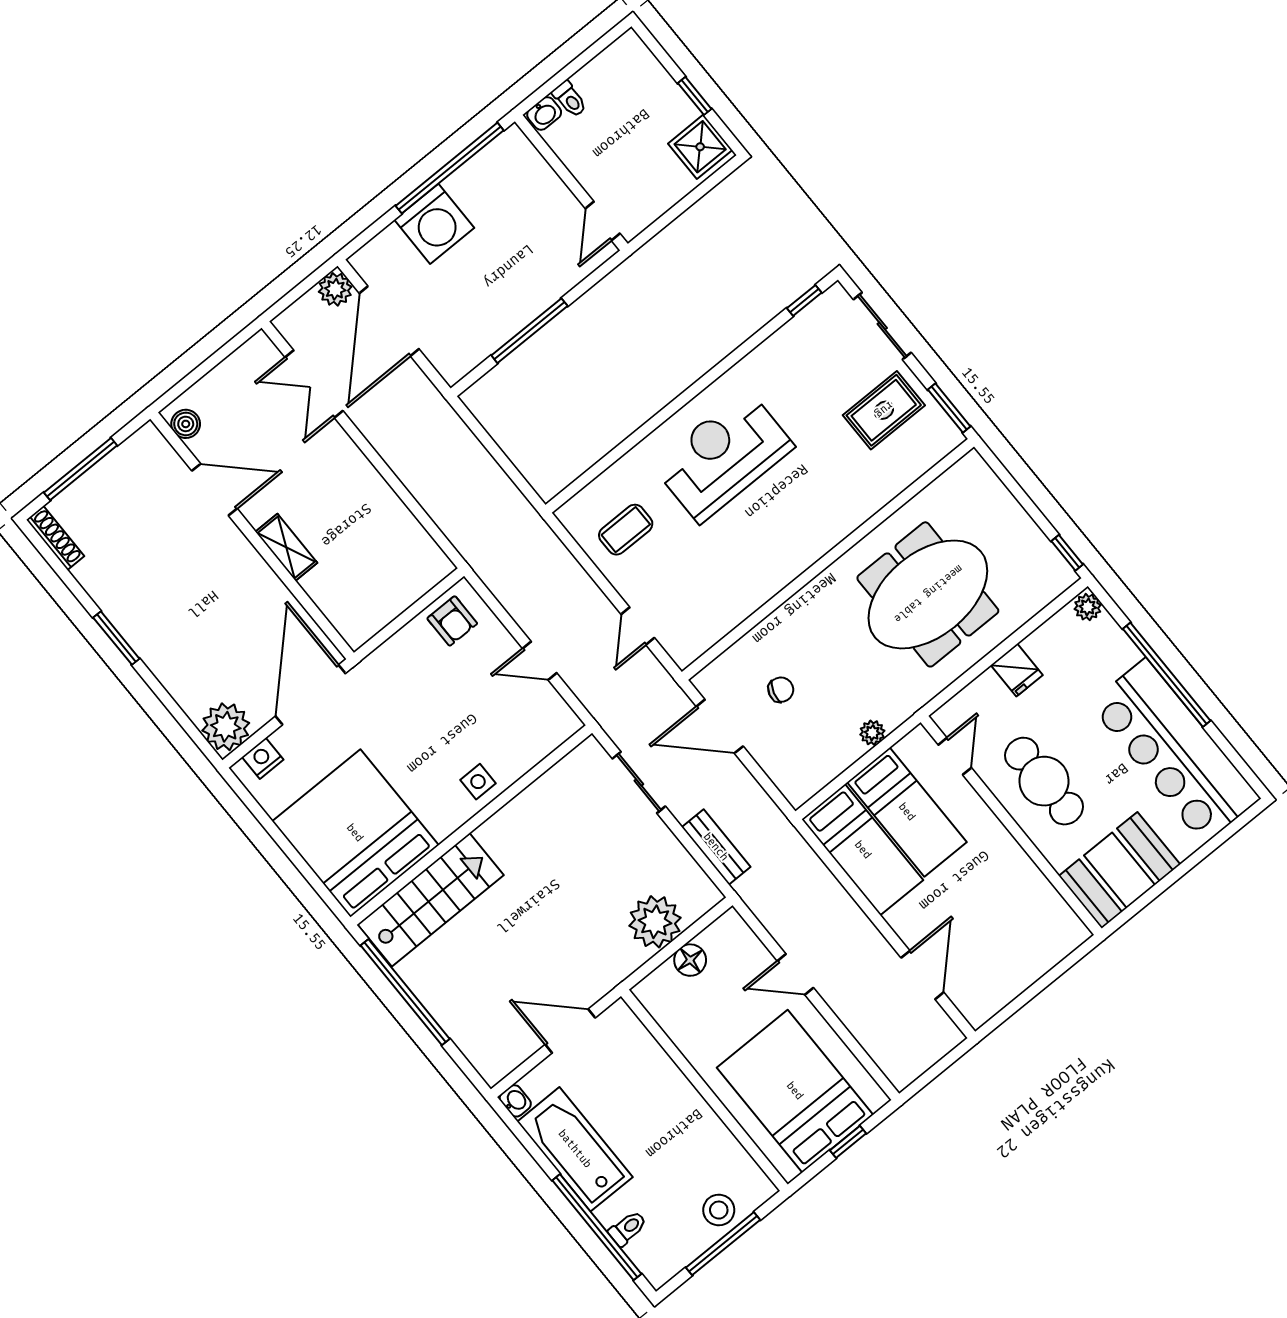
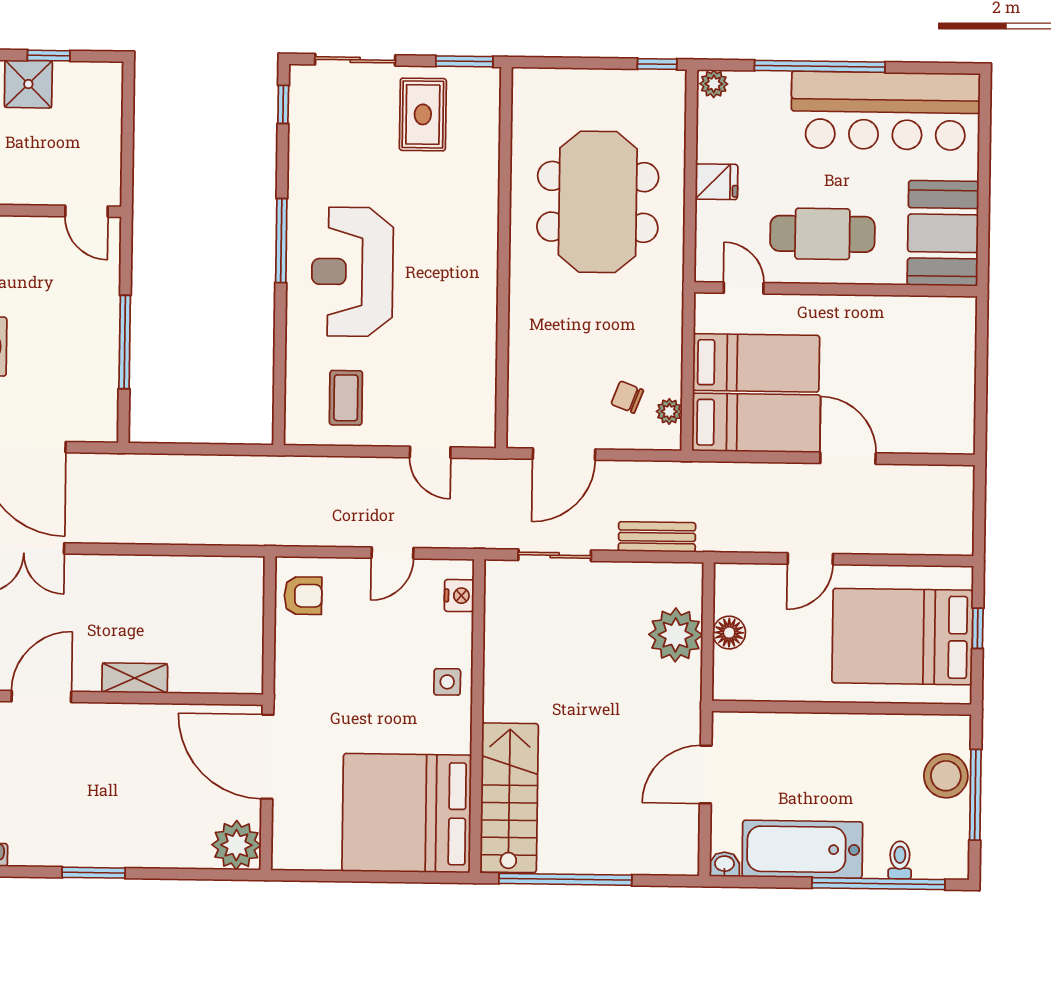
shower: (700, 147) -> (28, 84), moved
window: (702, 384) -> (281, 241), added
chair: (781, 690) -> (627, 397), moved, turned -85
plant: (872, 733) -> (669, 411), moved
nightstand: (263, 758) -> (459, 596), moved, turned 180
door: (922, 975) -> (848, 458), moved
stool: (719, 1210) -> (946, 776), width x1.38, depth x1.38

